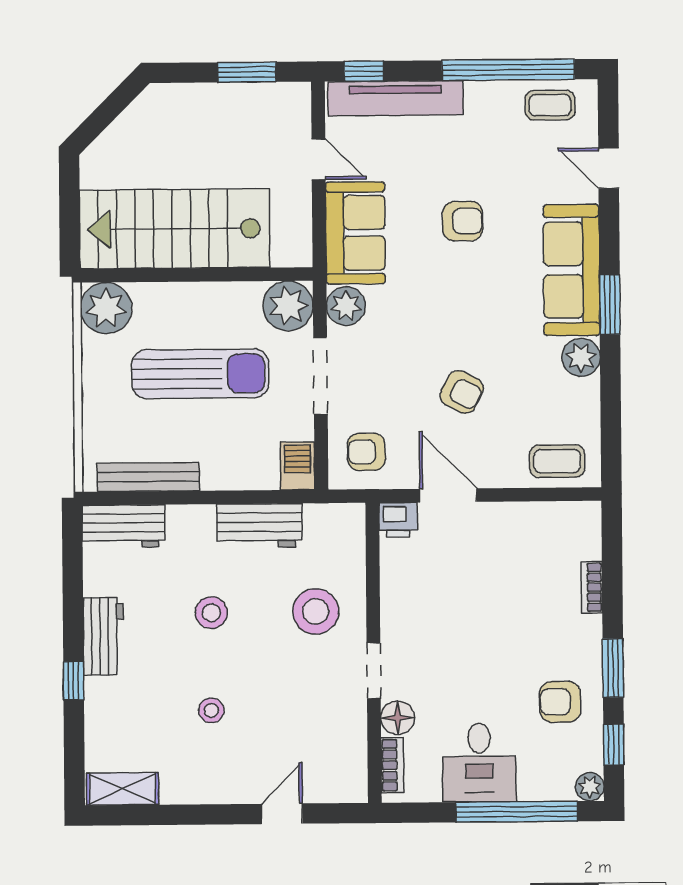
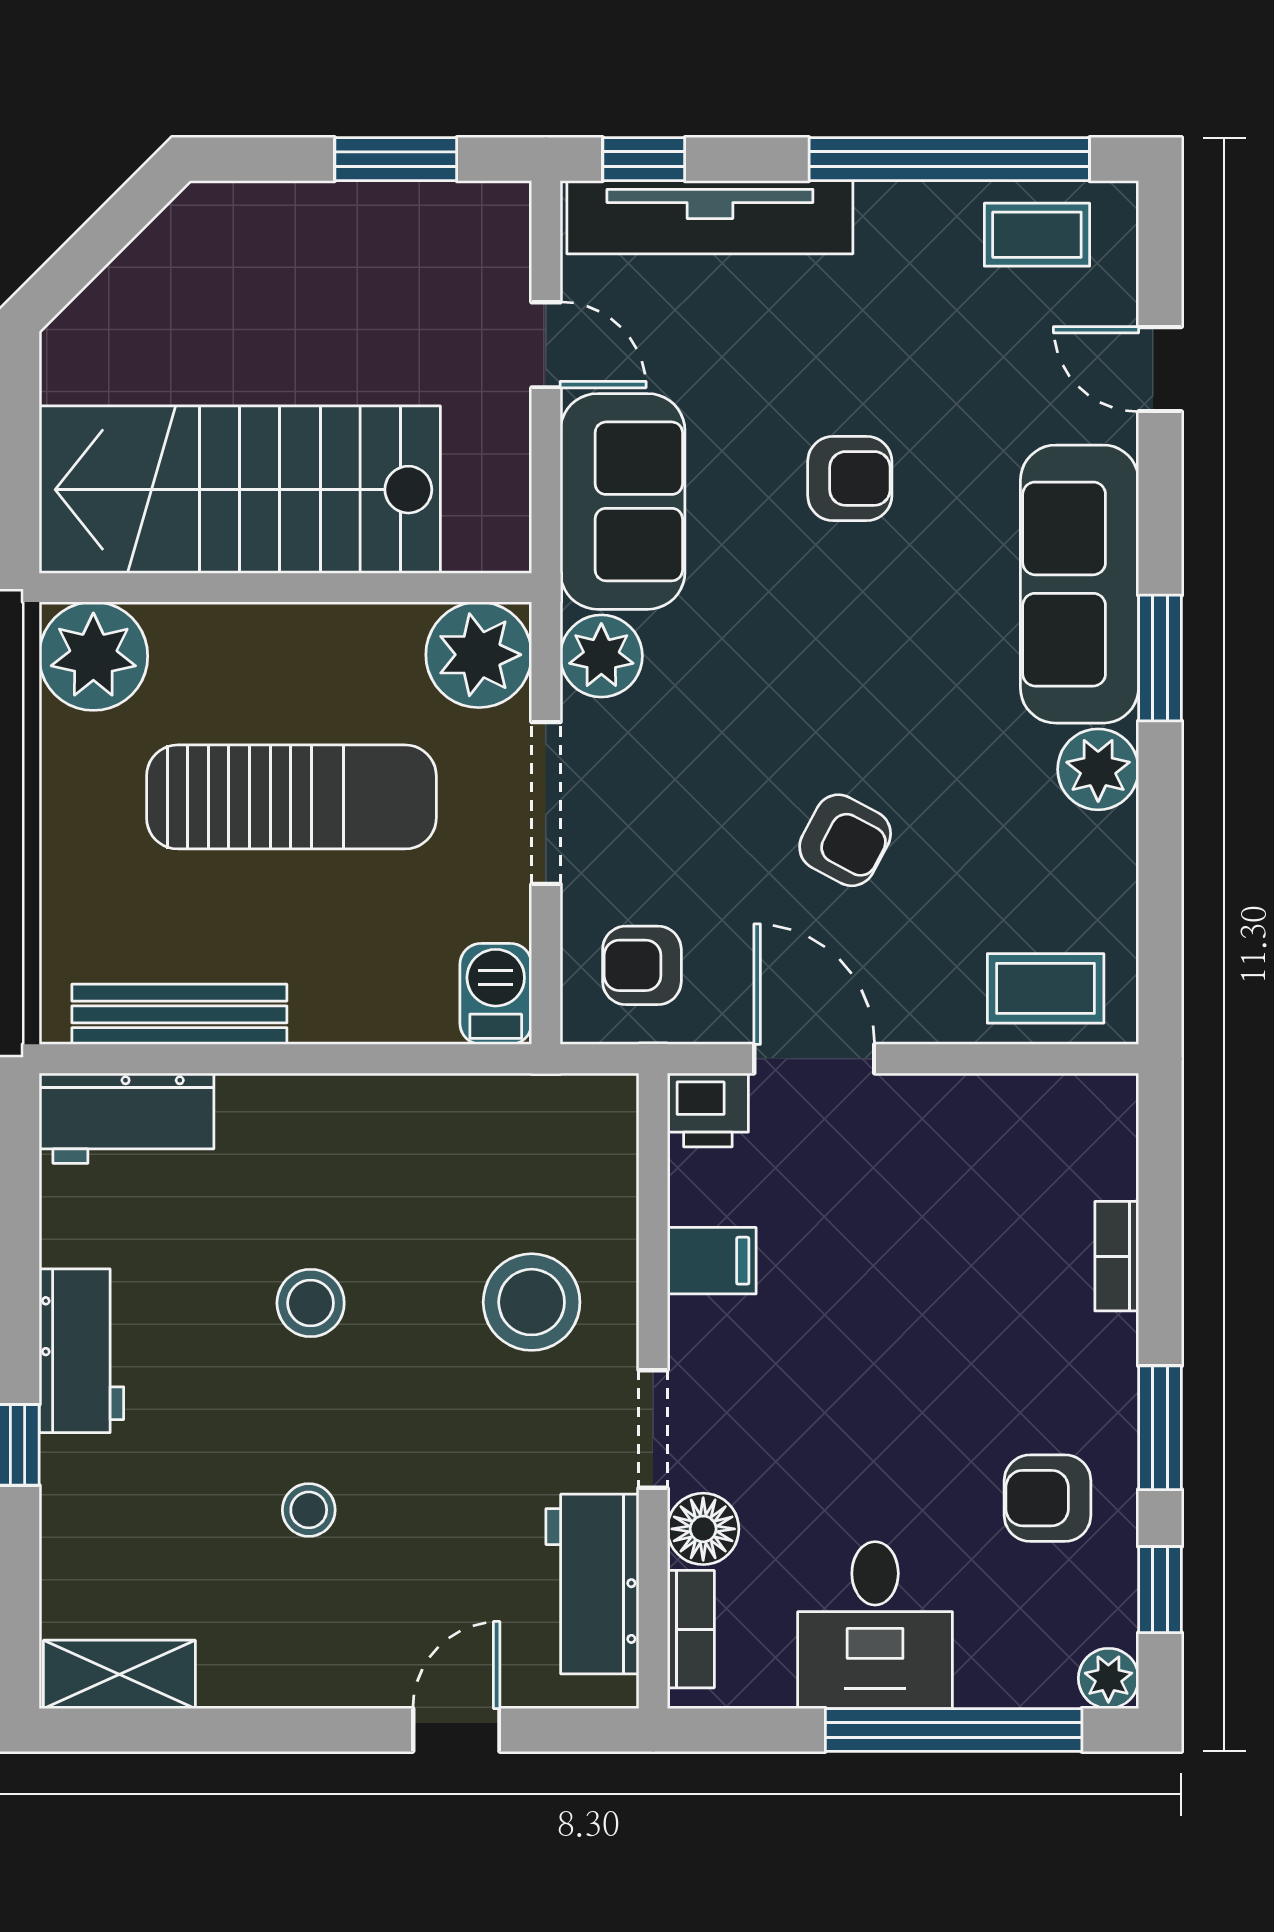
workbench: (259, 526) -> (592, 1584), moved, turned 90
filing cabinet: (401, 591) -> (712, 1261), added

